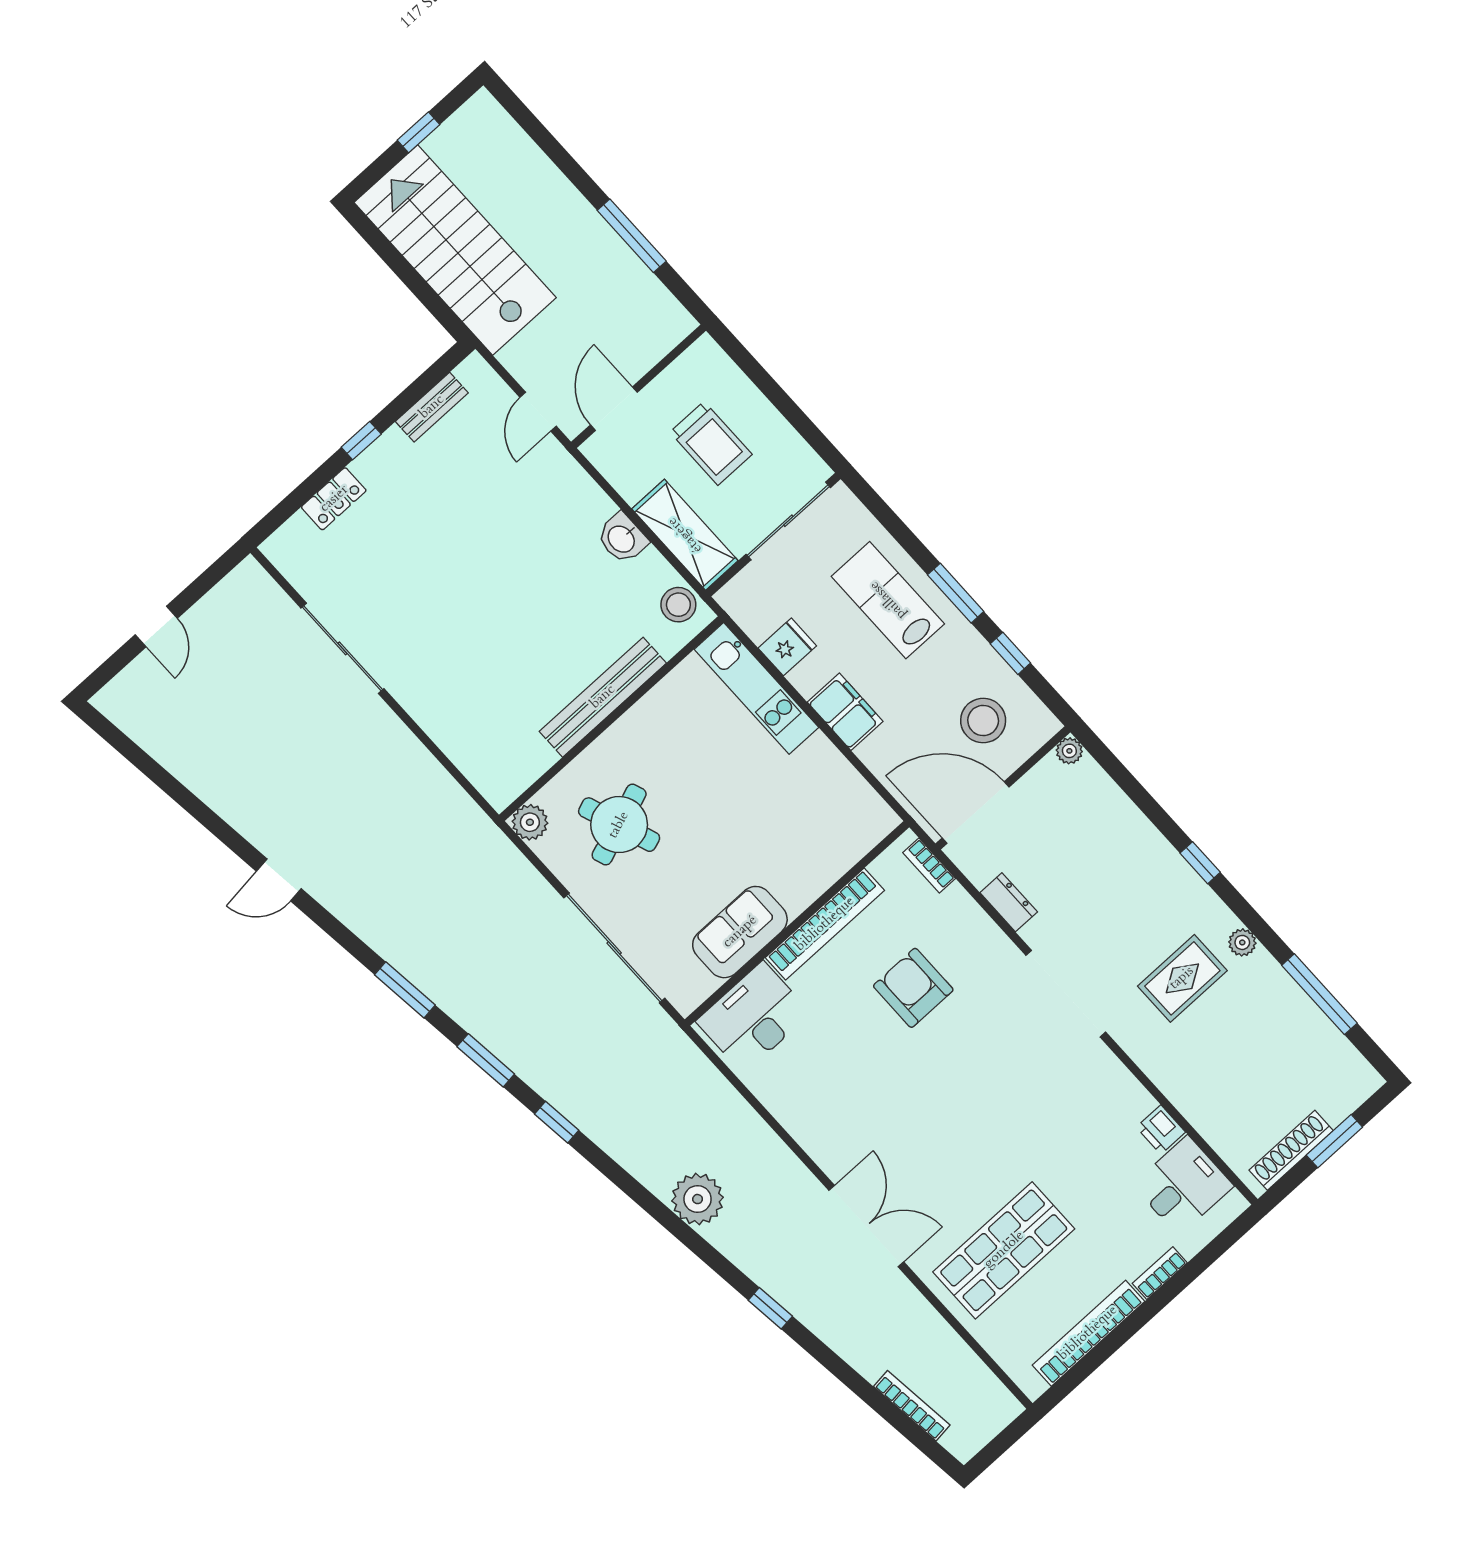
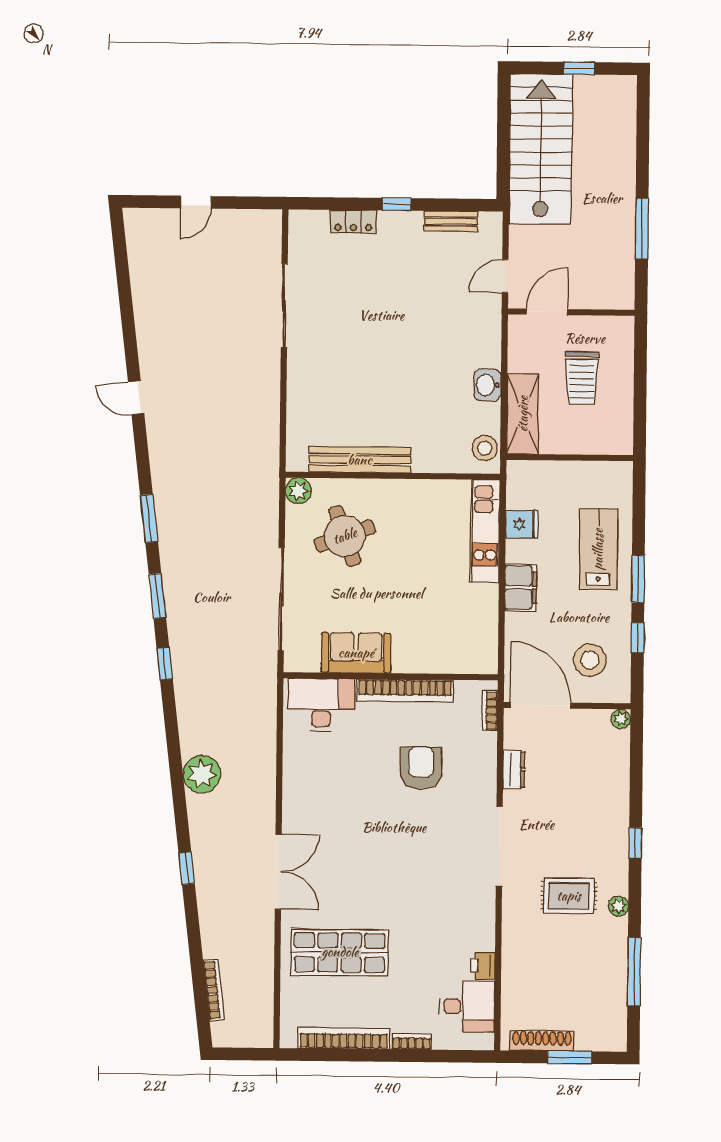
sliding door: (788, 521) -> (585, 458), removed
bench: (603, 697) -> (360, 460), moved

